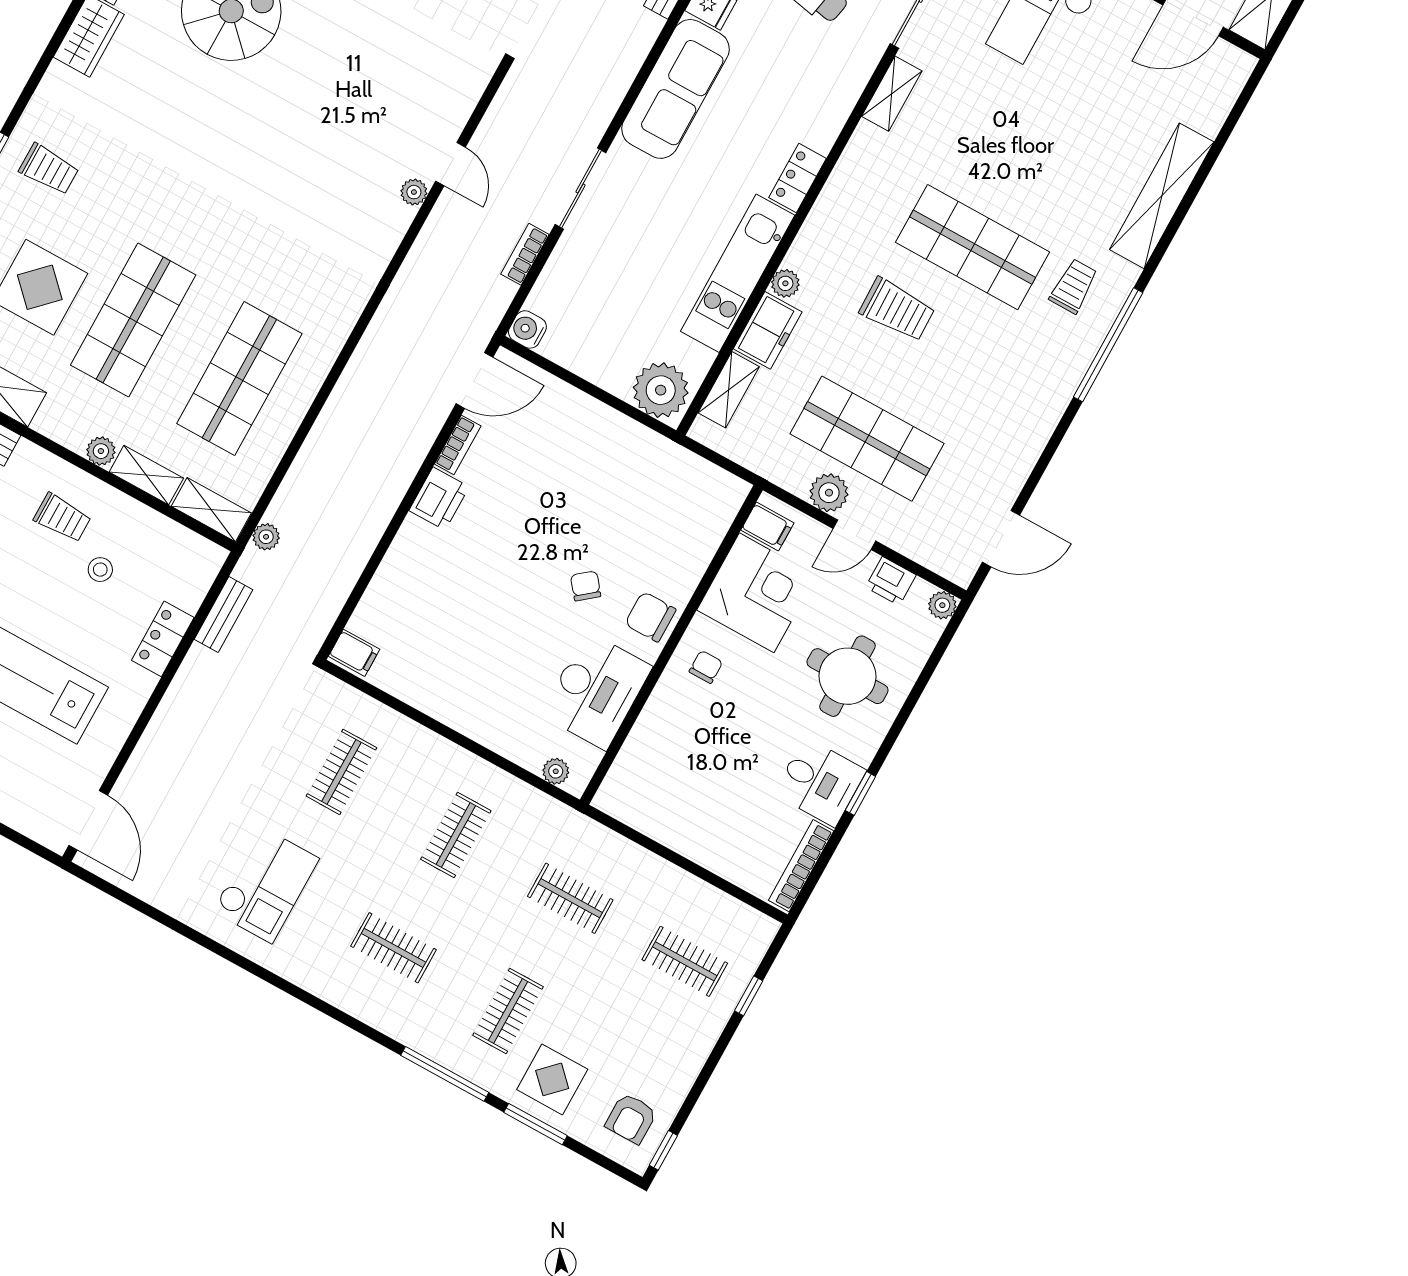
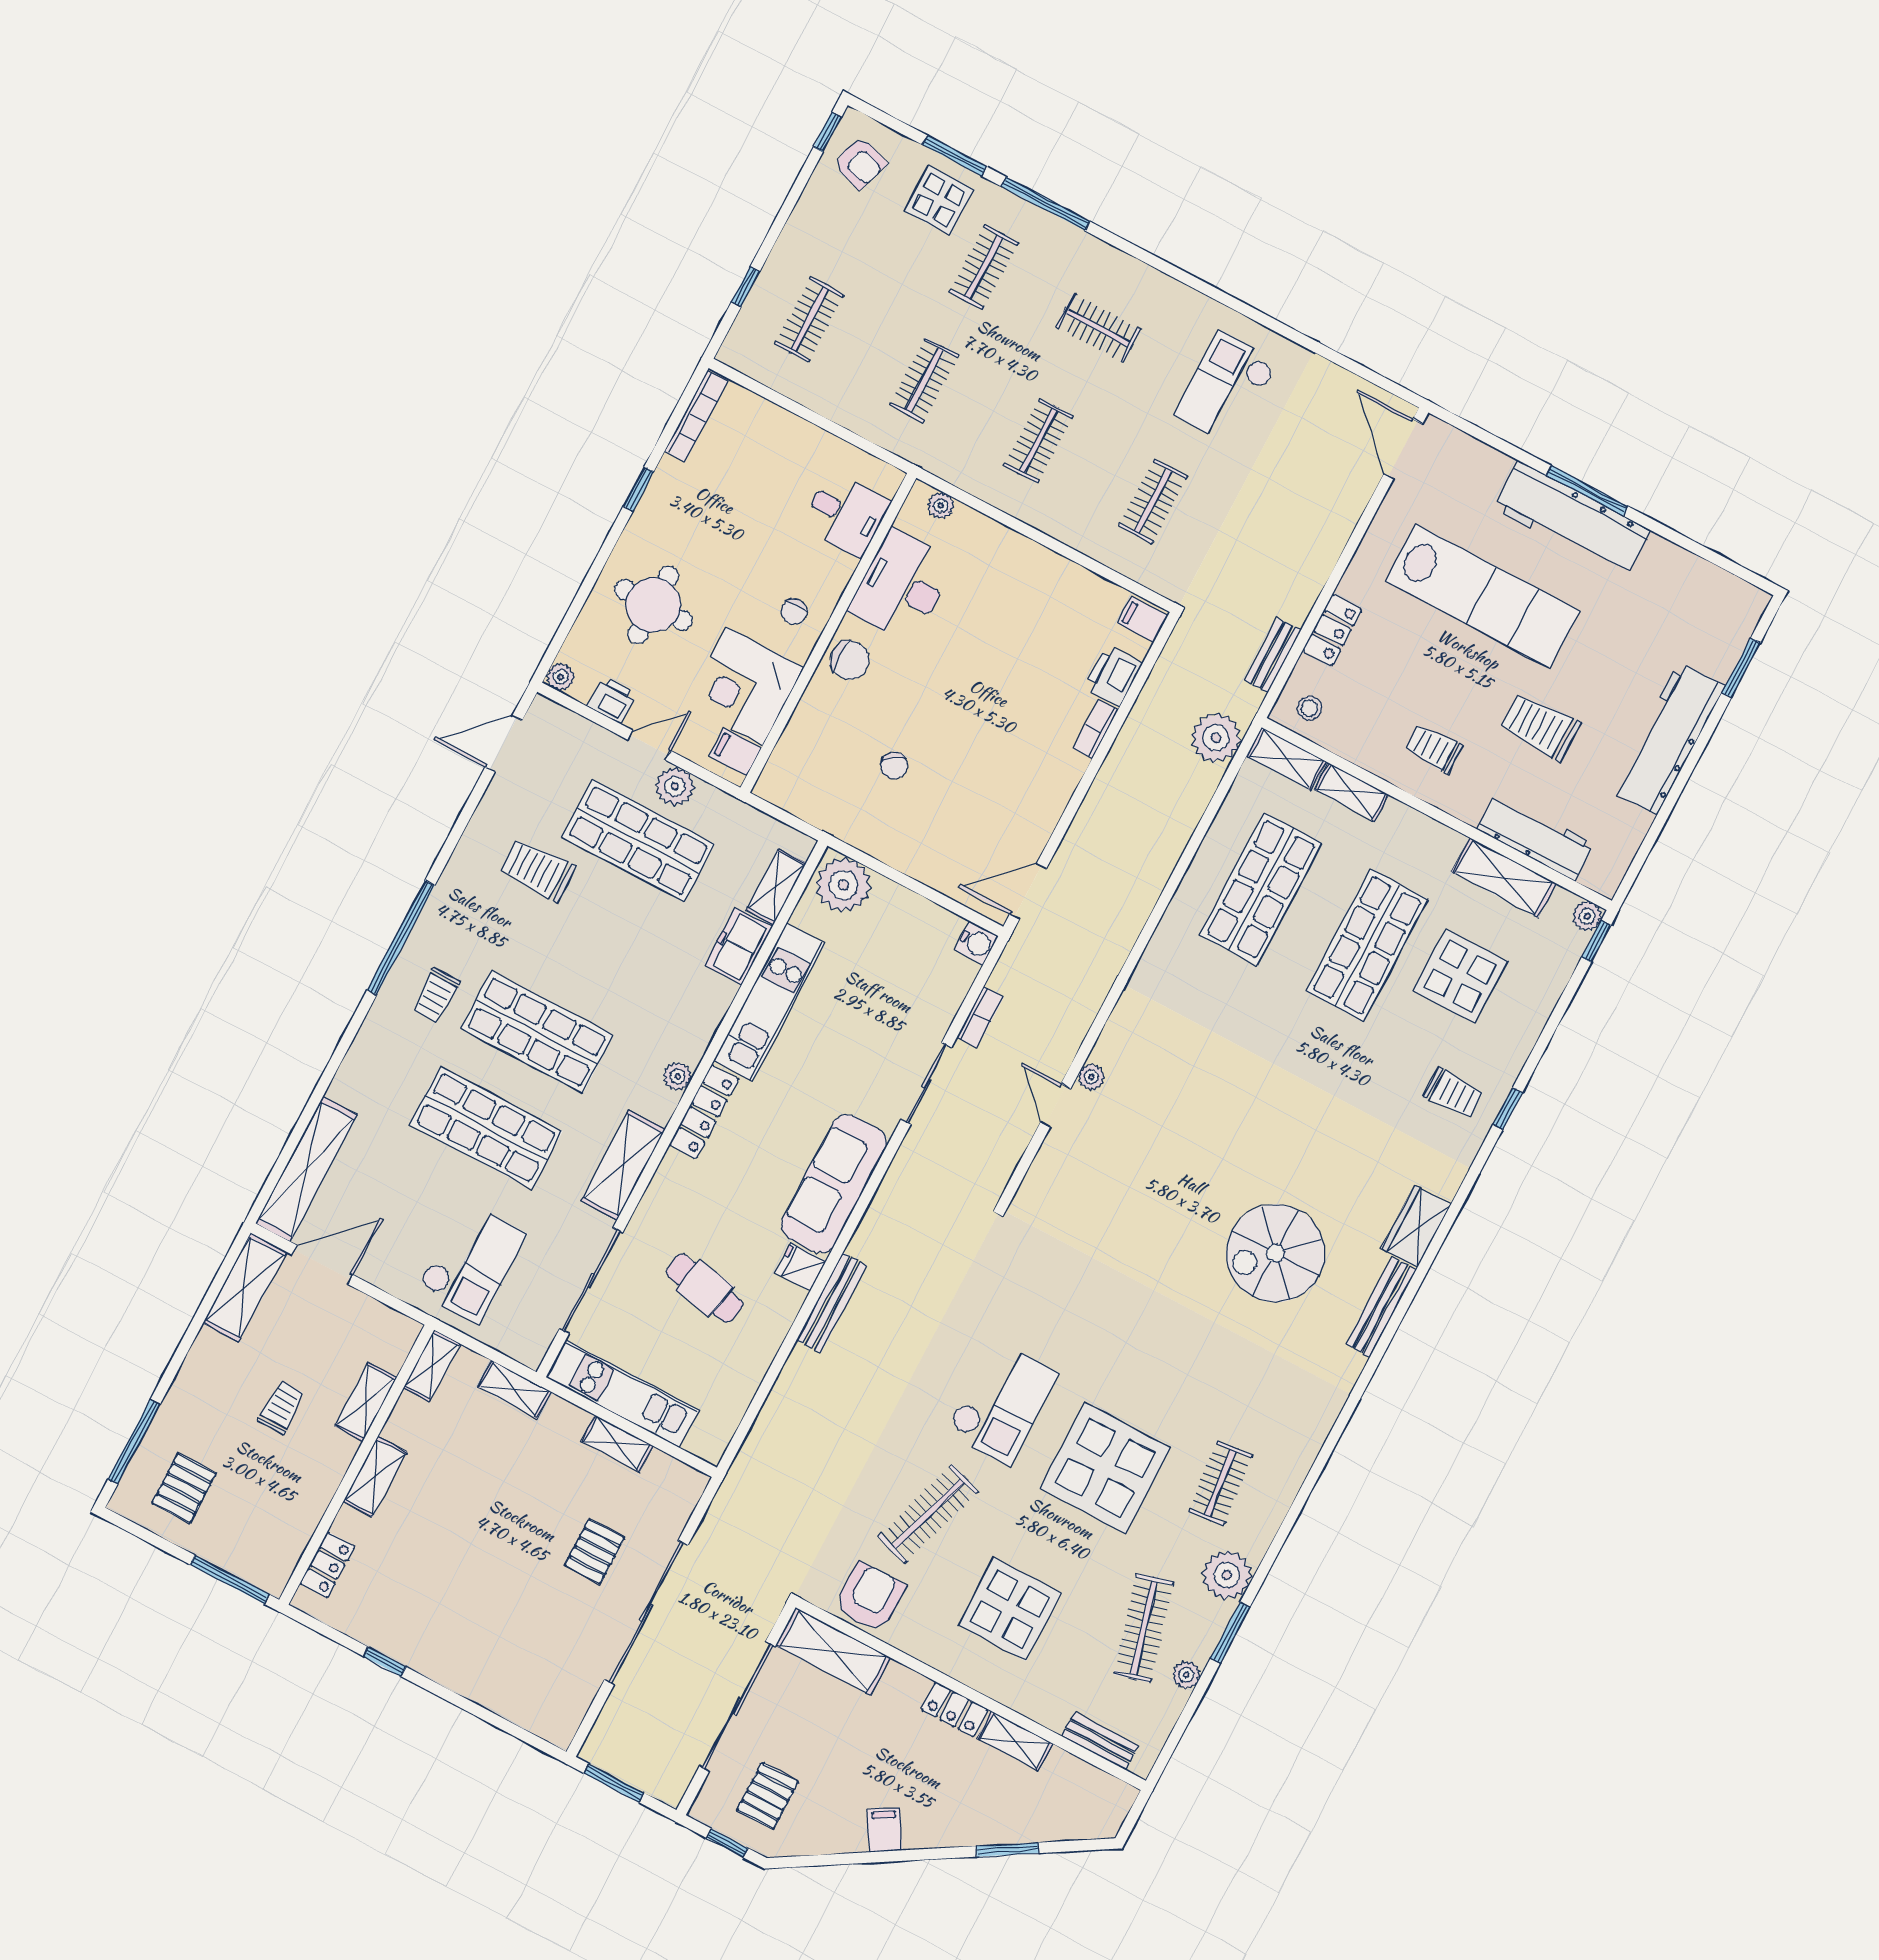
shelving: (892, 94) -> (623, 1165), width x1.50, depth x1.33
shop shelf: (1025, 151) -> (486, 1128), added
trolley: (49, 169) -> (1453, 1093), turned 180
locker: (798, 178) -> (704, 1112), width x1.53
shelving: (1162, 196) -> (306, 1169), moved
plant: (785, 283) -> (678, 1076), moved
trolley: (897, 310) -> (538, 870), moved
bookcase: (458, 445) -> (1095, 729), moved
plant: (101, 451) -> (1397, 815), removed
printer: (439, 499) -> (1113, 676), moved
plant: (266, 537) -> (1216, 738), width x1.88, depth x1.88
stool: (100, 570) -> (1309, 708), moved
chair: (586, 586) -> (894, 766), moved
desk: (820, 782) -> (845, 514), moved, turned 180
clothes rail: (570, 898) -> (924, 380), turned 90
clothes rail: (685, 961) -> (810, 319), turned 90
armchair: (631, 1118) -> (860, 163), turned 108

